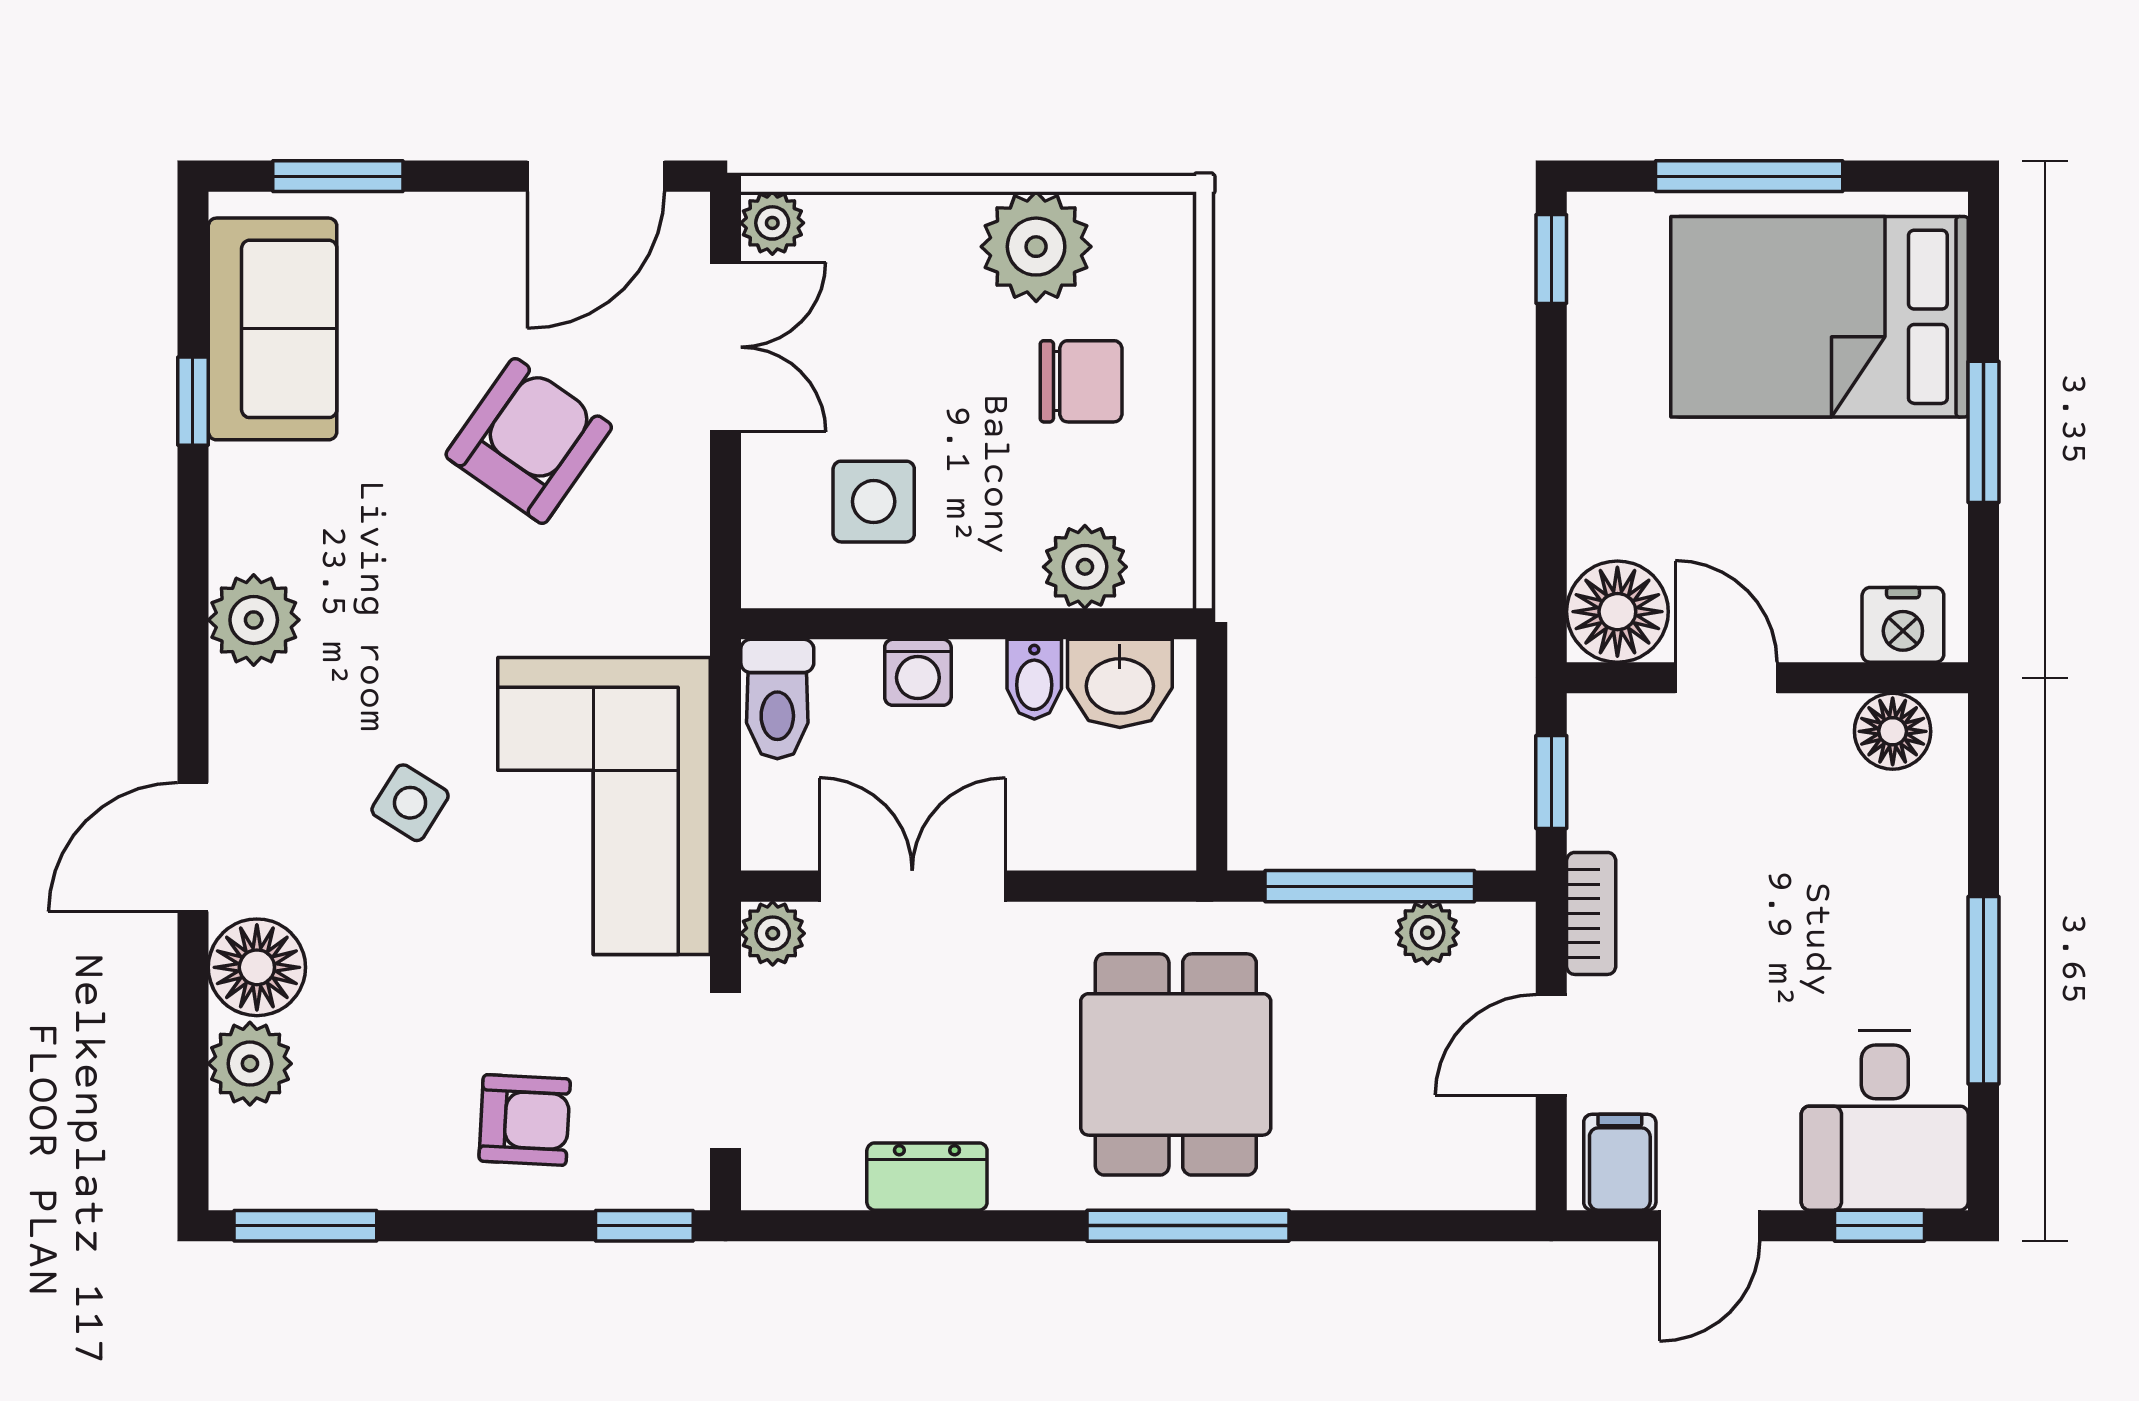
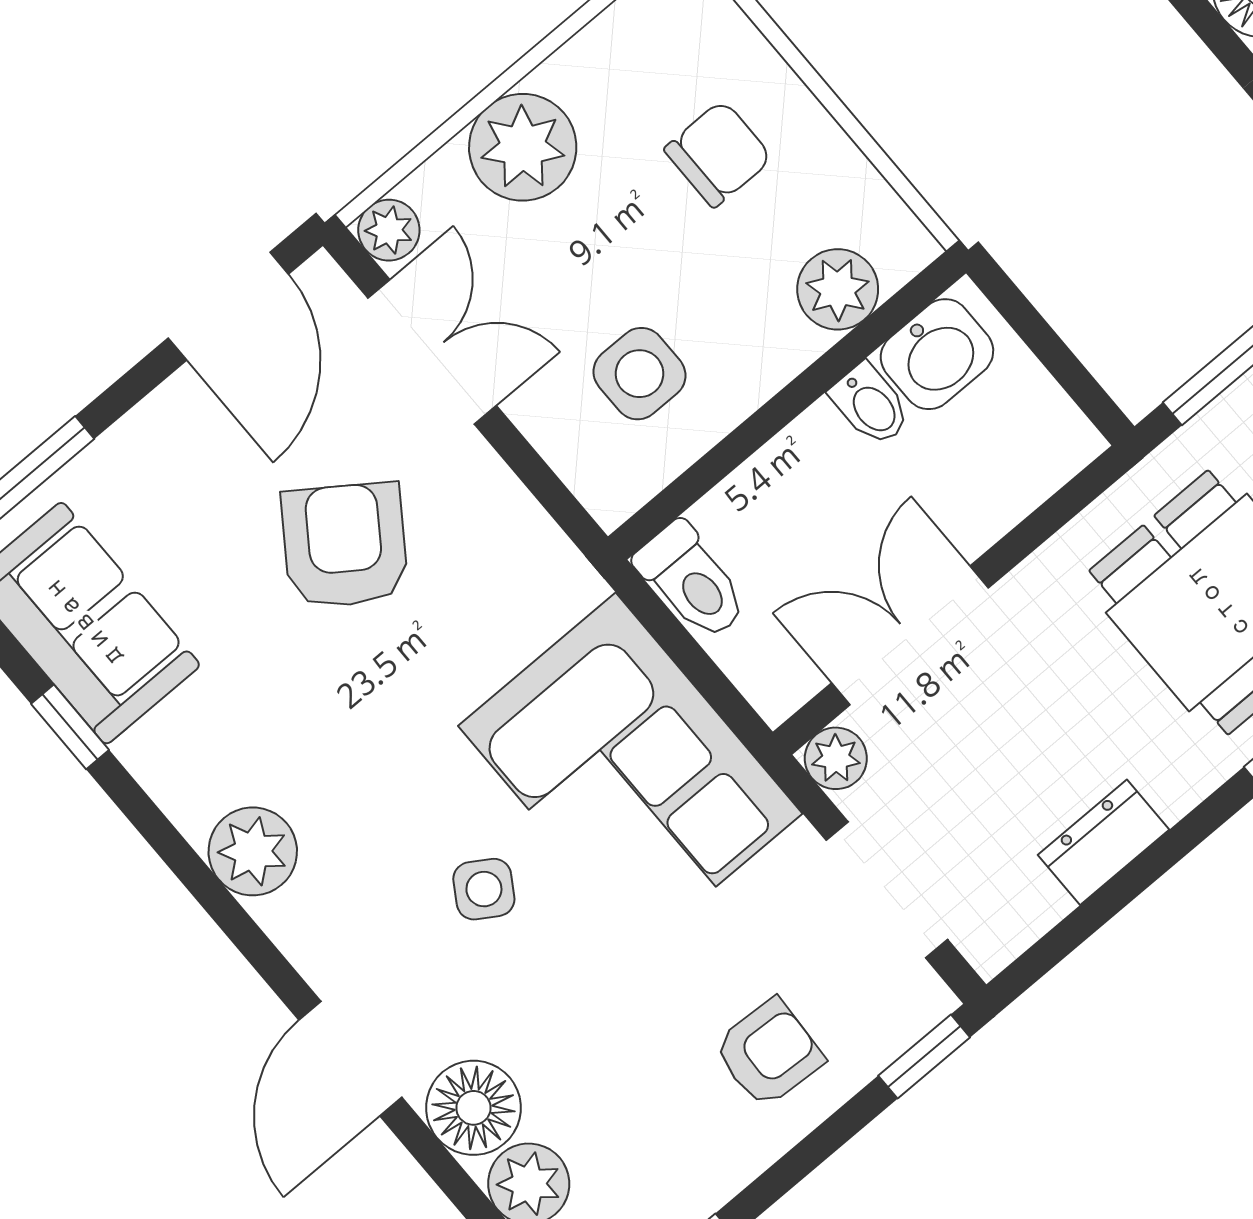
plant: (1036, 247) -> (523, 147), moved
washing machine: (918, 672) -> (780, 473), removed

